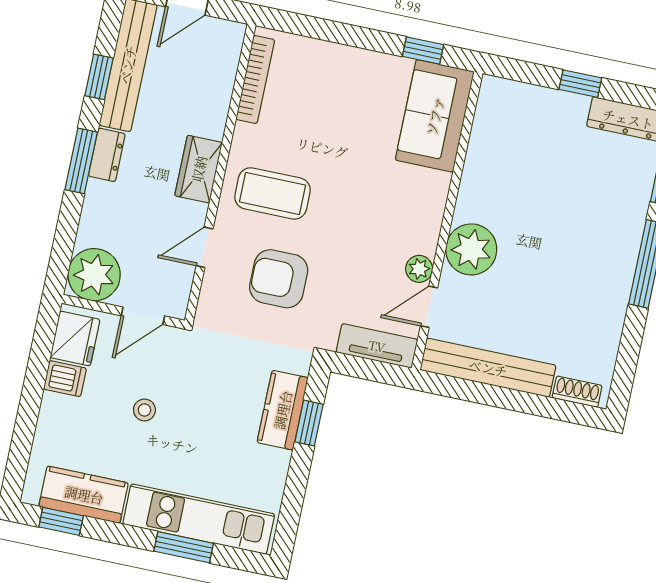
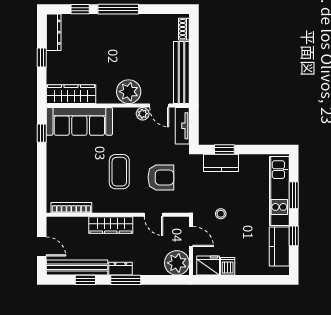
sofa: (435, 116) -> (79, 121), width x1.36
wardrobe: (491, 129) -> (71, 94), added
wardrobe: (199, 169) -> (111, 225), width x1.50
coffee table: (273, 193) -> (119, 172), moved
armchair: (279, 279) -> (161, 177), turned -90
stool: (144, 410) -> (221, 214), moved
window: (61, 521) -> (294, 236), moved

